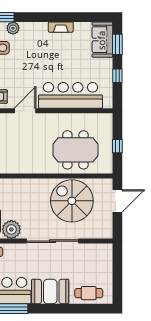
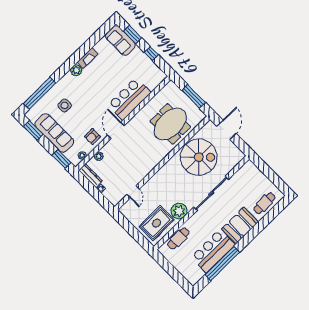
plant: (13, 28) -> (76, 70), moved
bar counter: (70, 95) -> (129, 99), width x0.73
window: (117, 146) -> (194, 96), width x2.17
spiral stairs: (72, 201) -> (199, 157), turned 180

